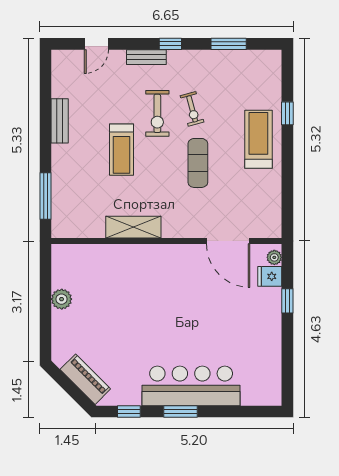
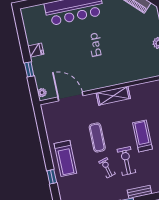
shelving: (133, 227) -> (113, 96), moved
fridge: (270, 276) -> (36, 50), moved

